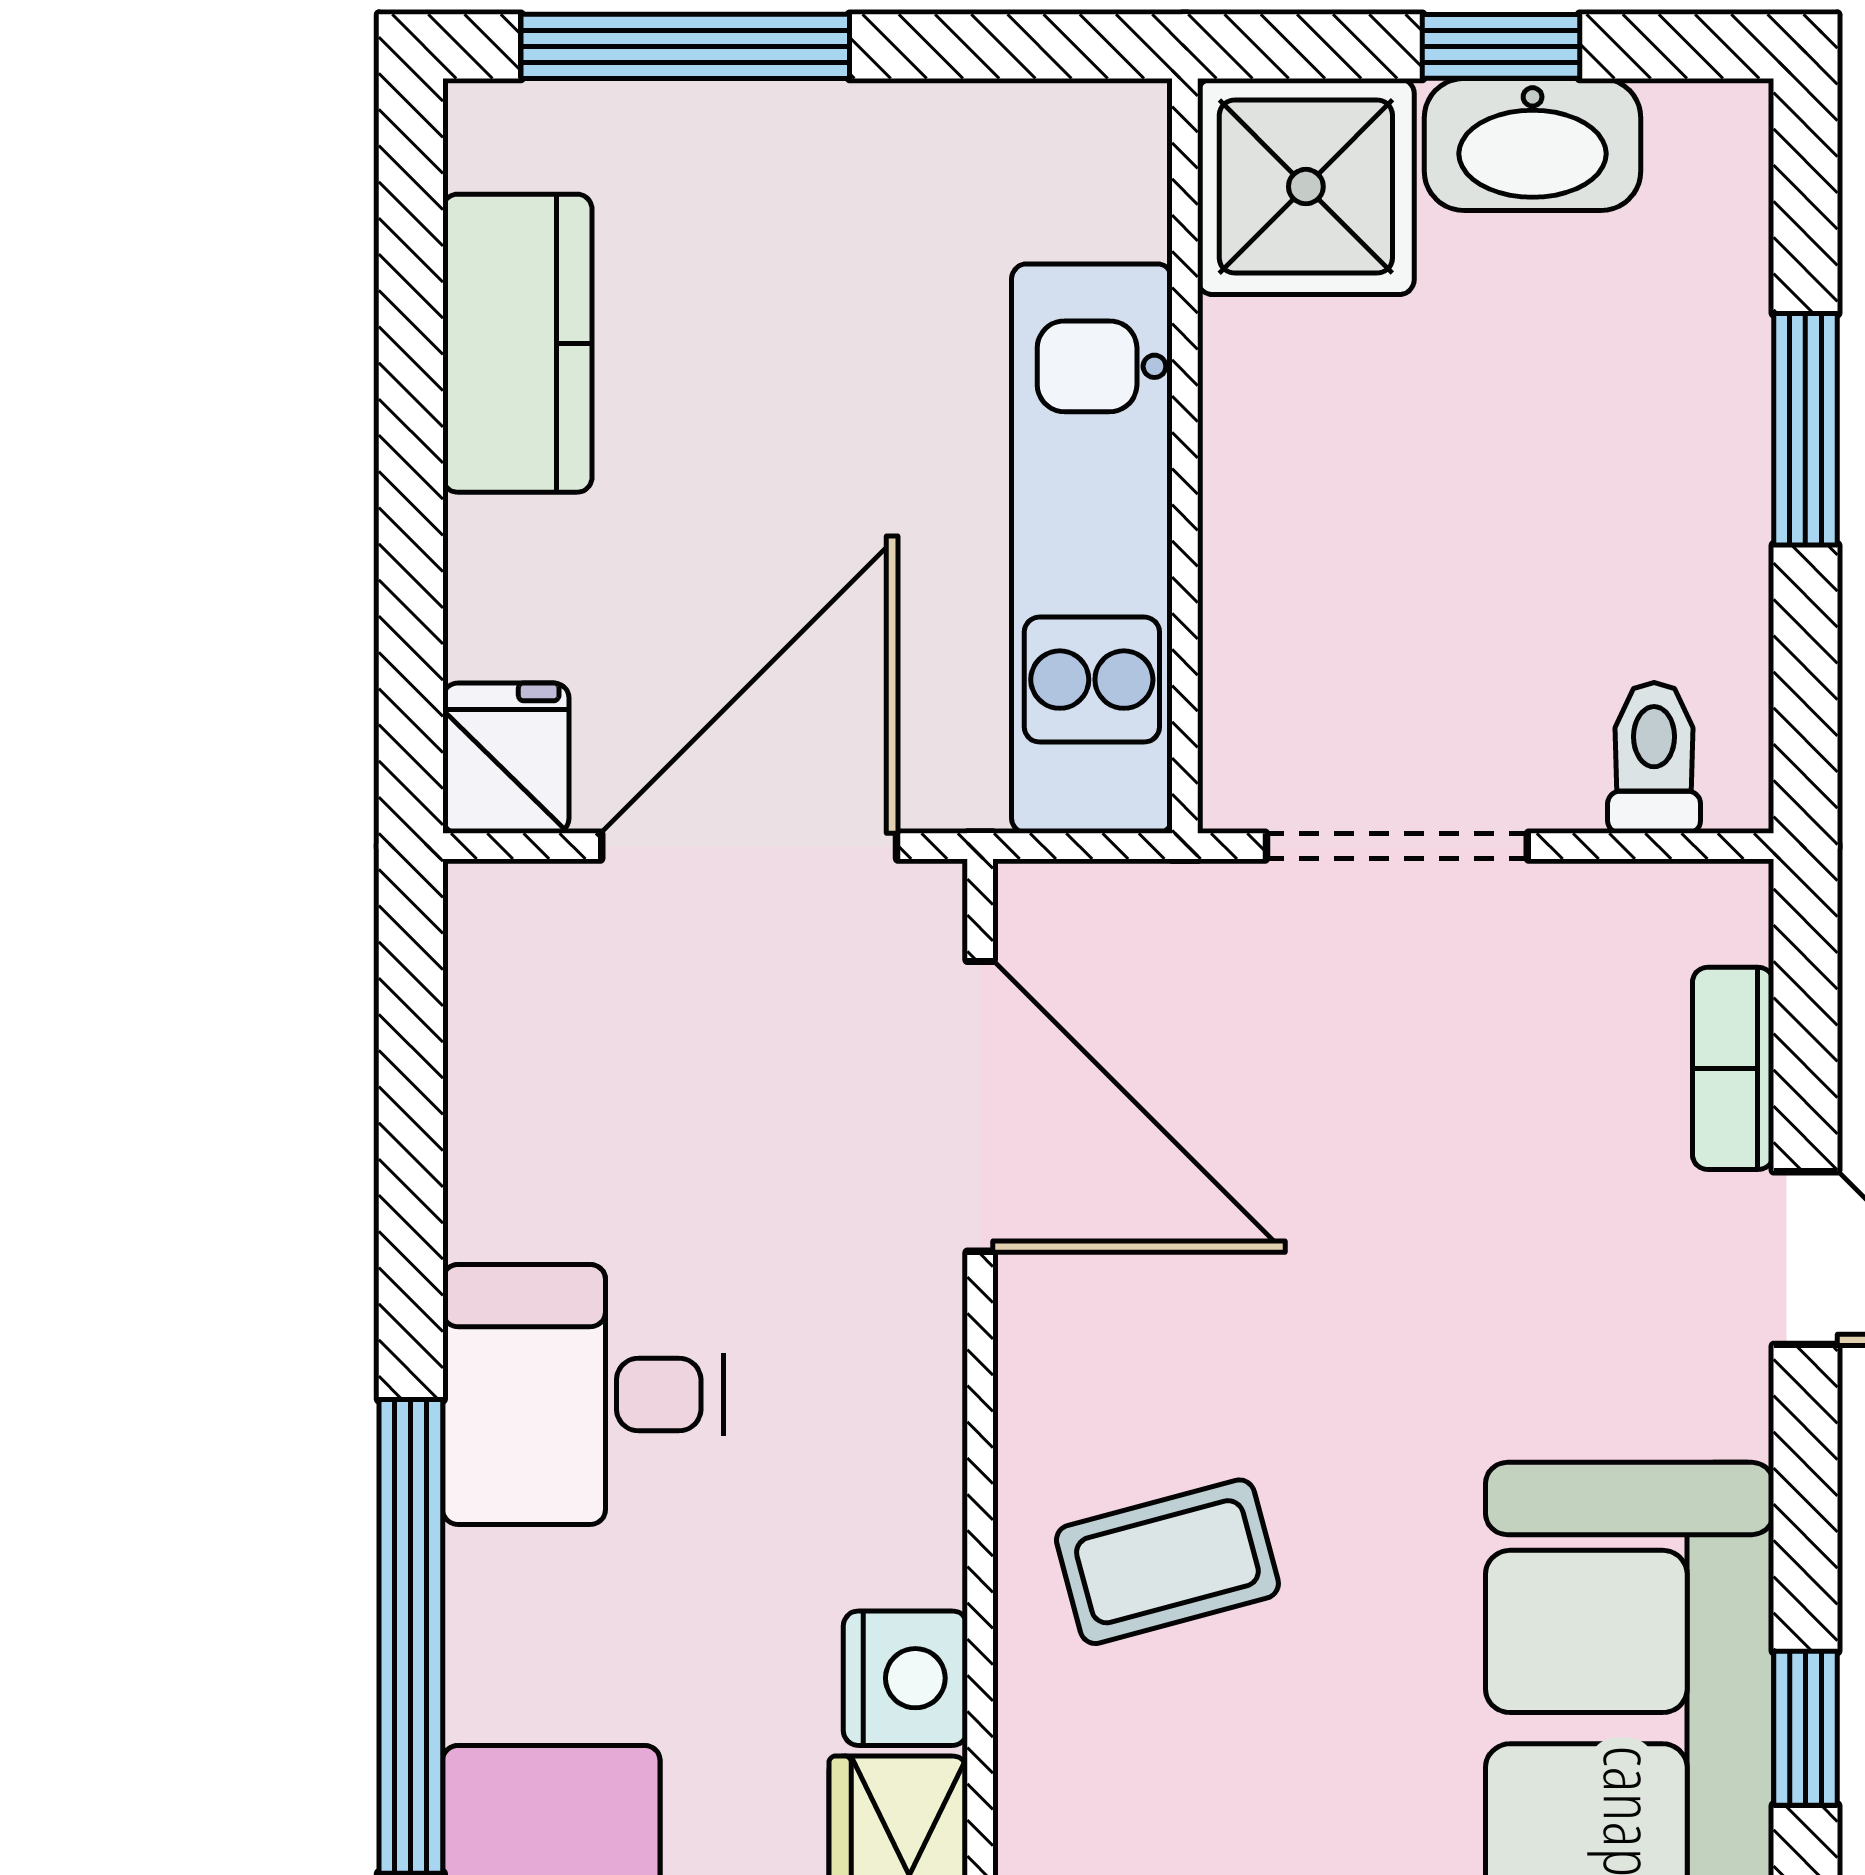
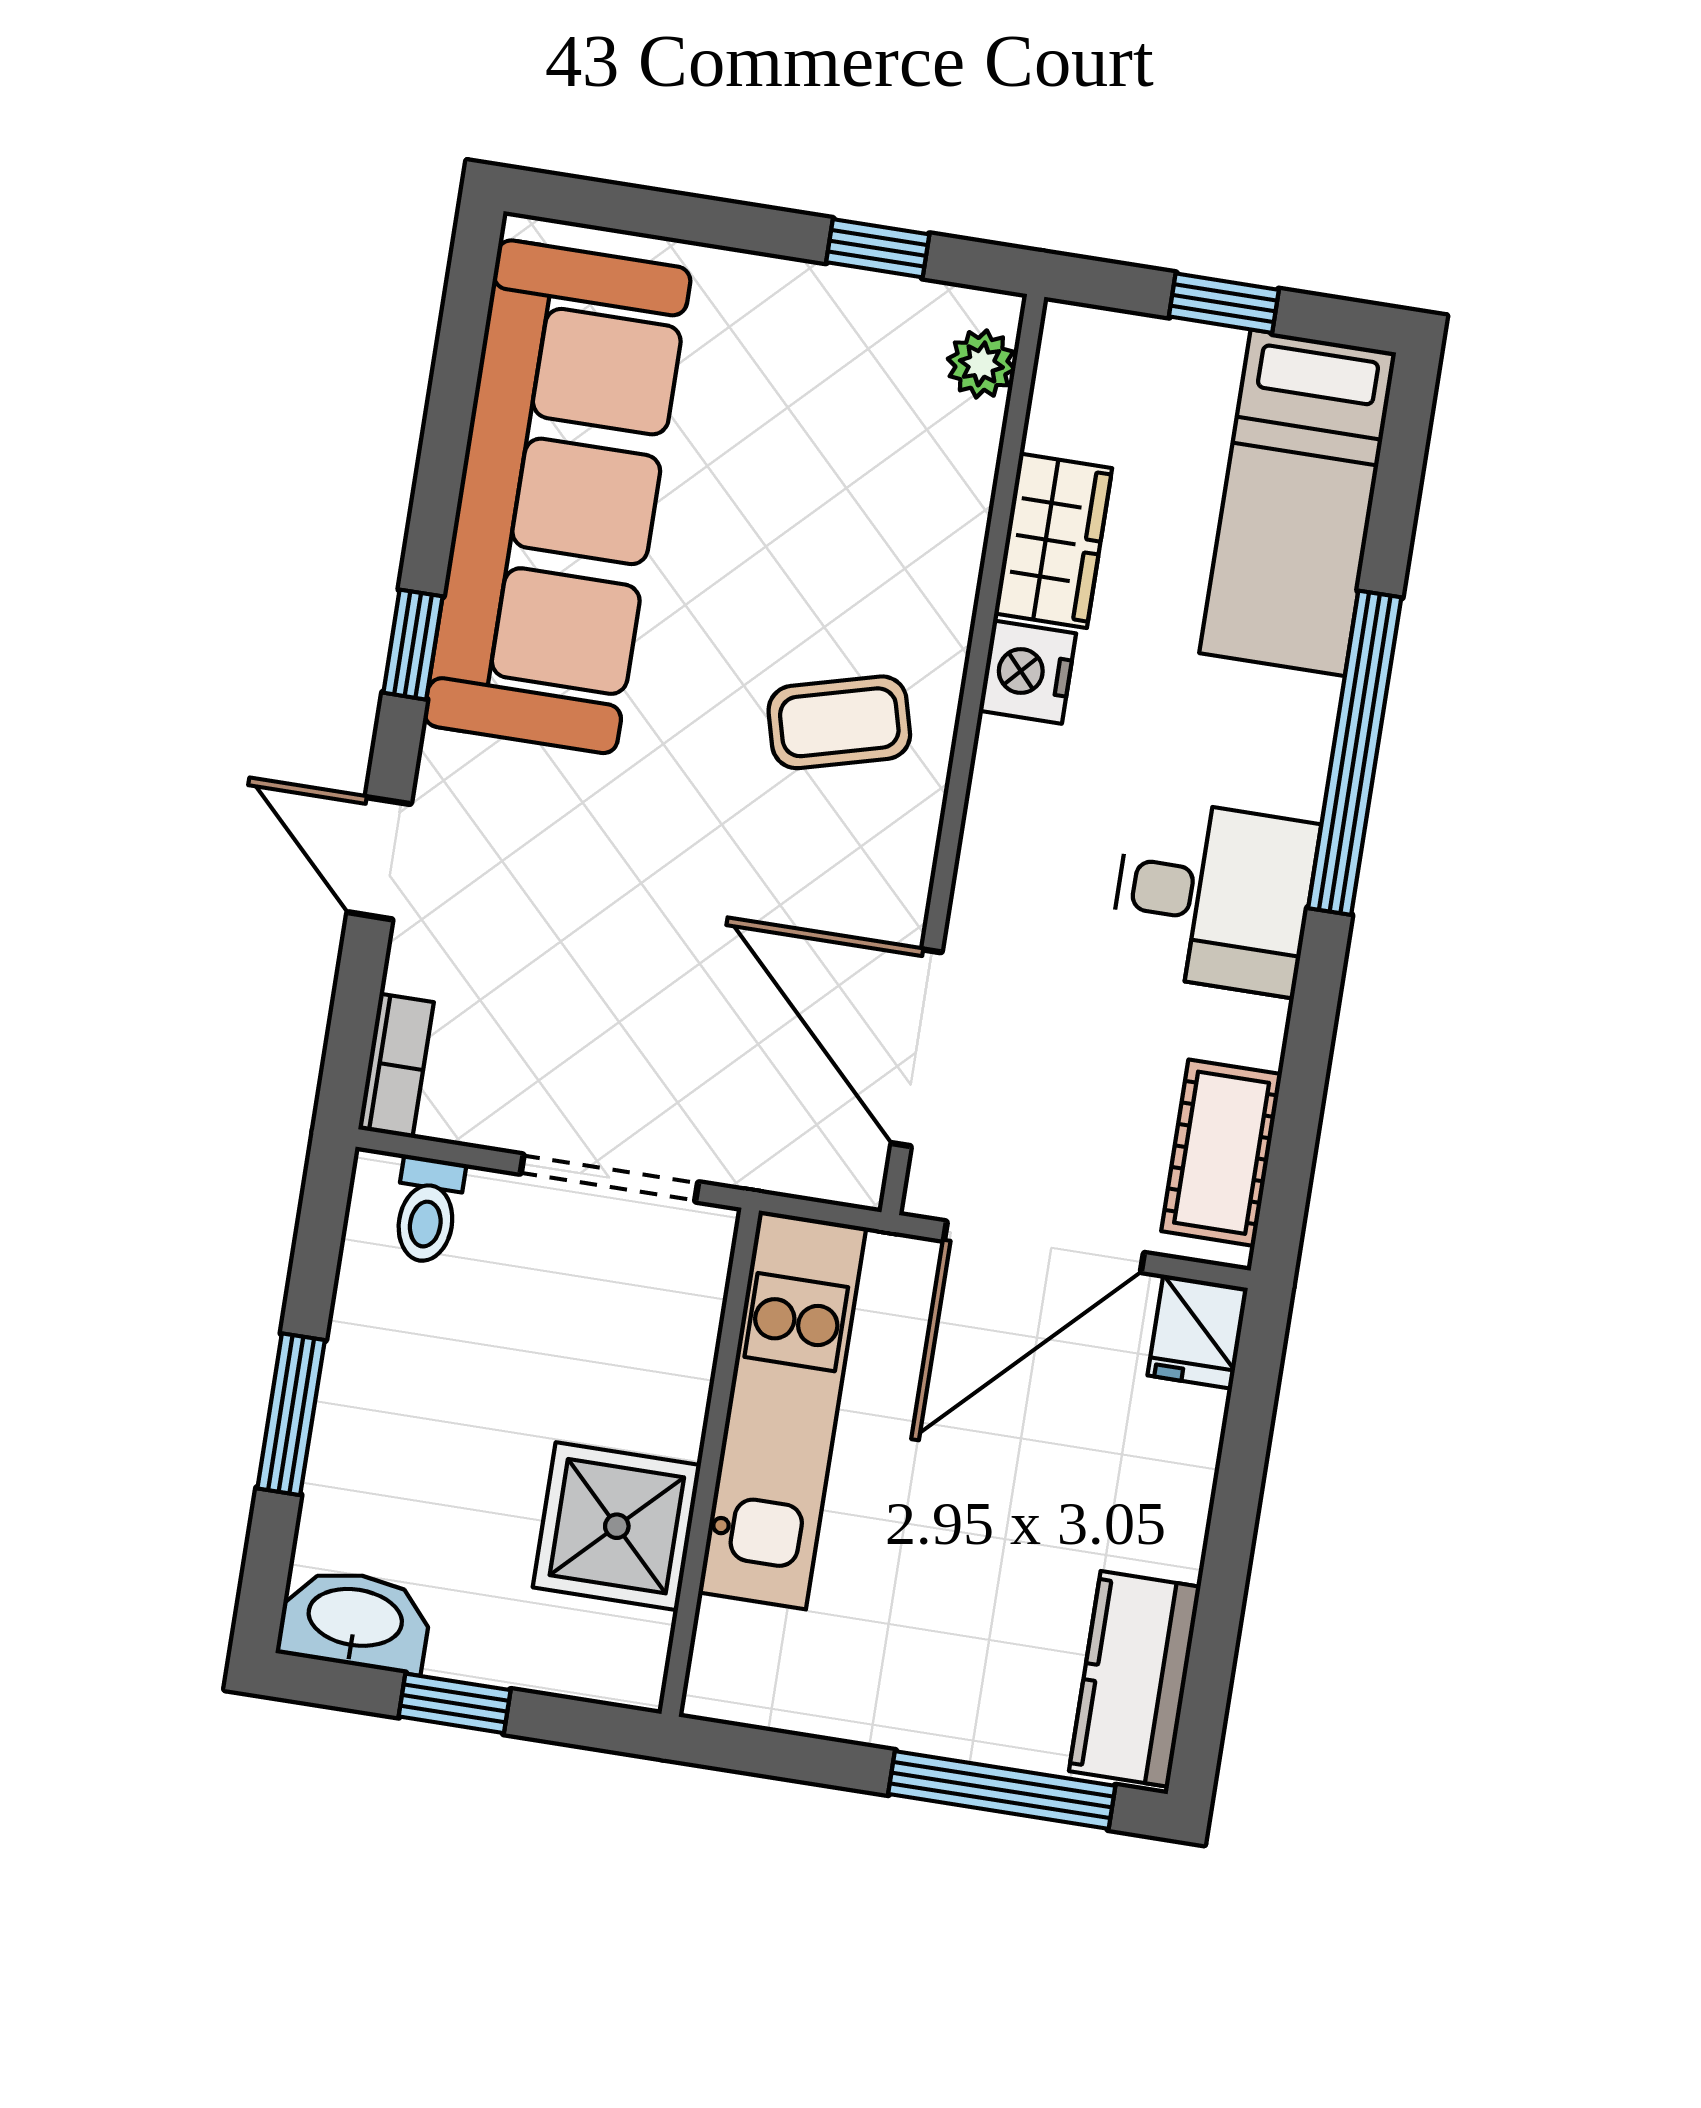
washbasin: (1533, 144) -> (355, 1620), moved
shower: (1306, 187) -> (617, 1526), moved
kitchen counter: (517, 343) -> (1135, 1679), moved
cot: (512, 1024) -> (1222, 1153), added
bookcase: (1733, 1068) -> (396, 1066), moved
window: (1805, 1728) -> (413, 645), moved

